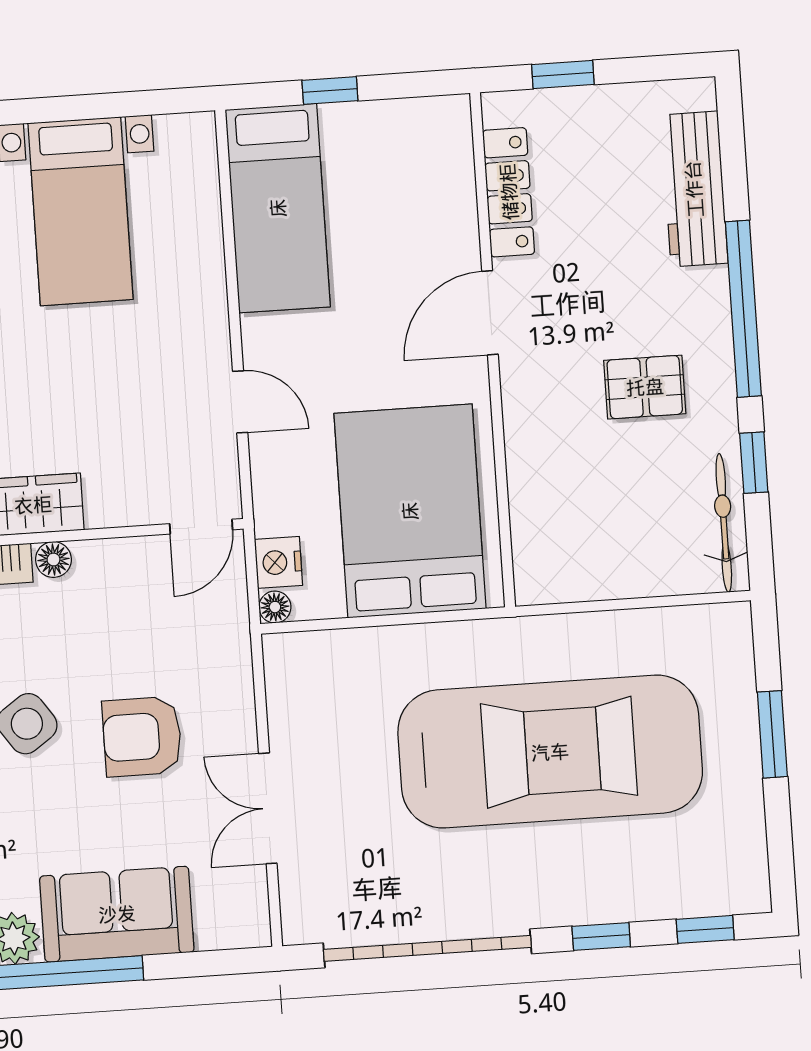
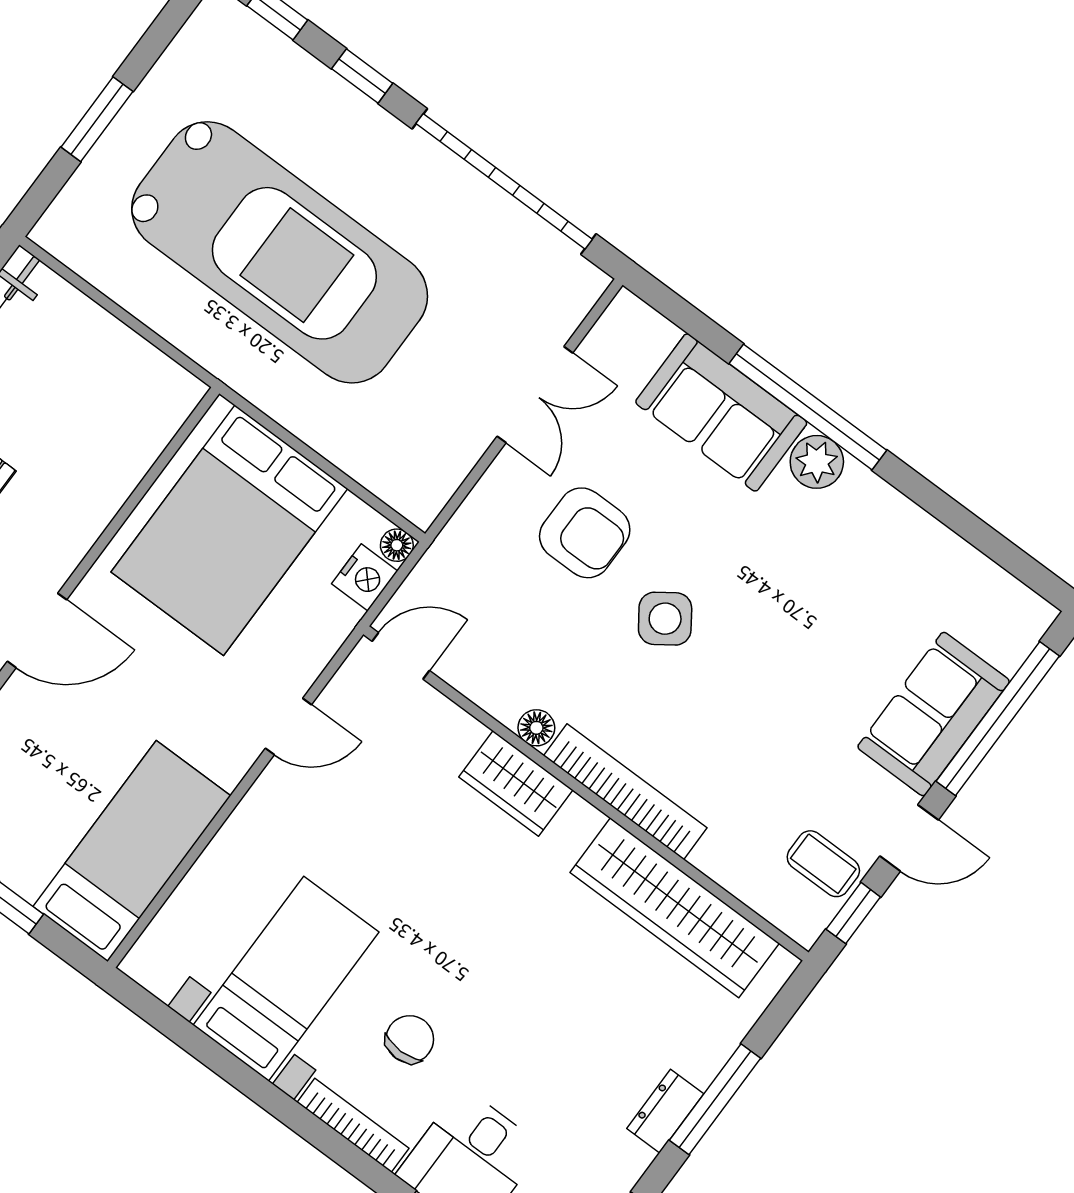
door: (240, 402) -> (288, 726), swing flipped
car: (550, 752) -> (280, 252), turned 180

